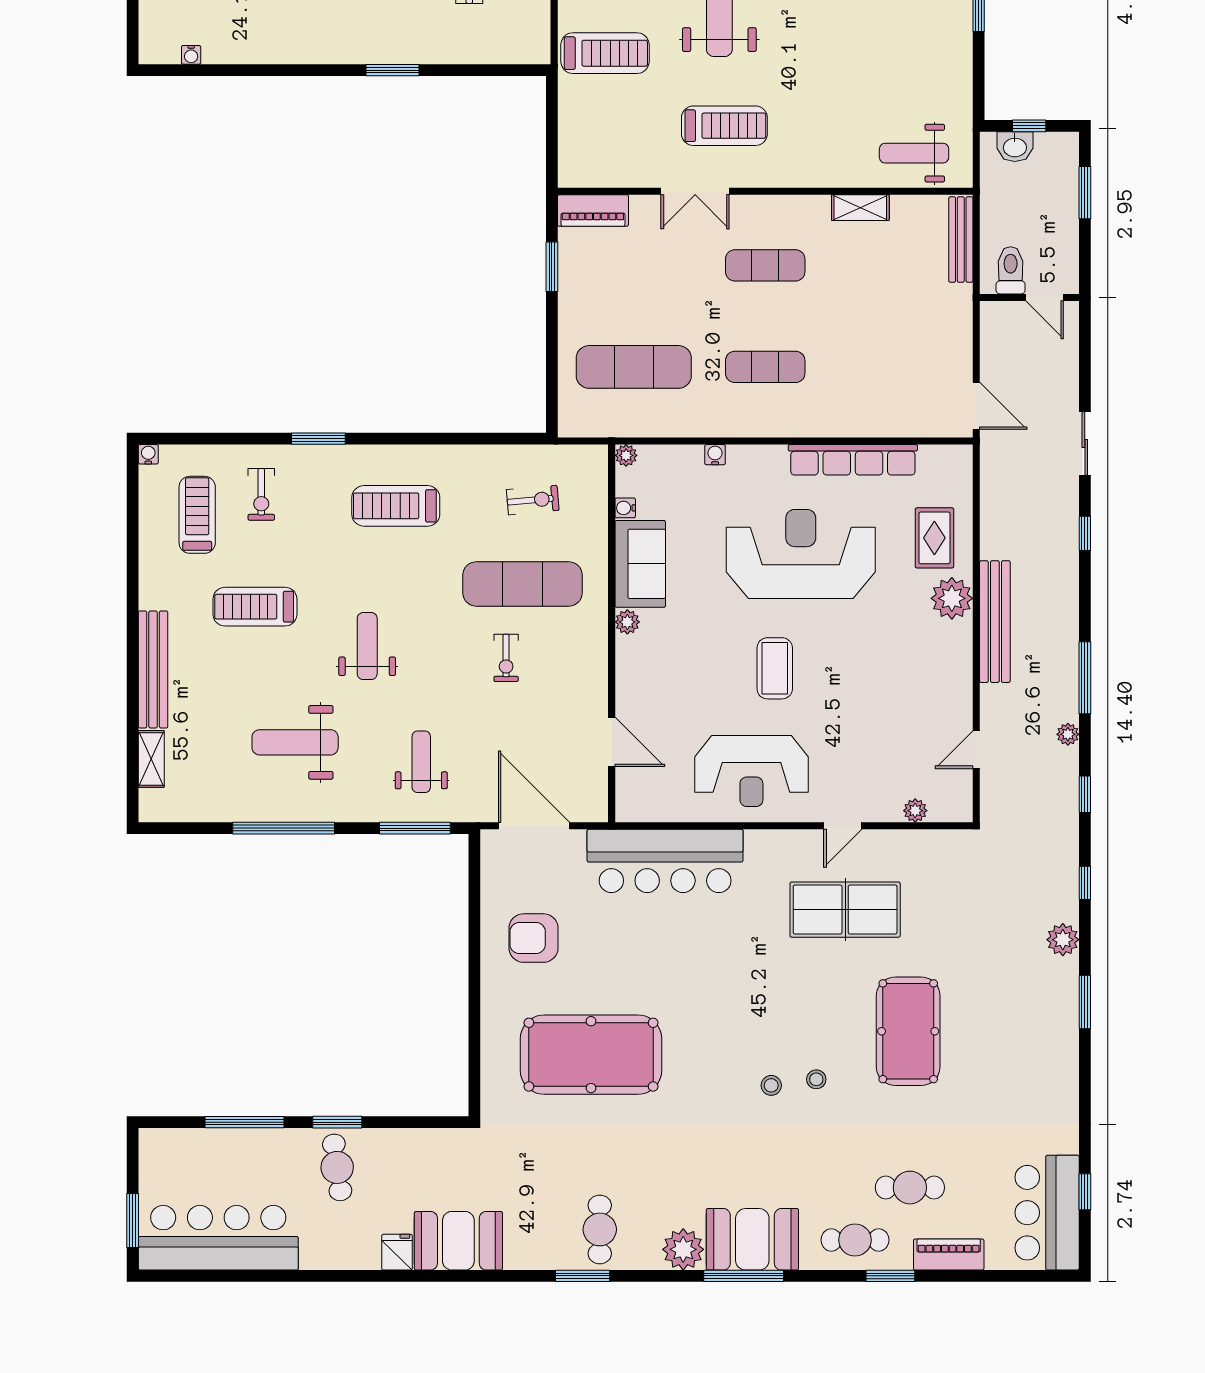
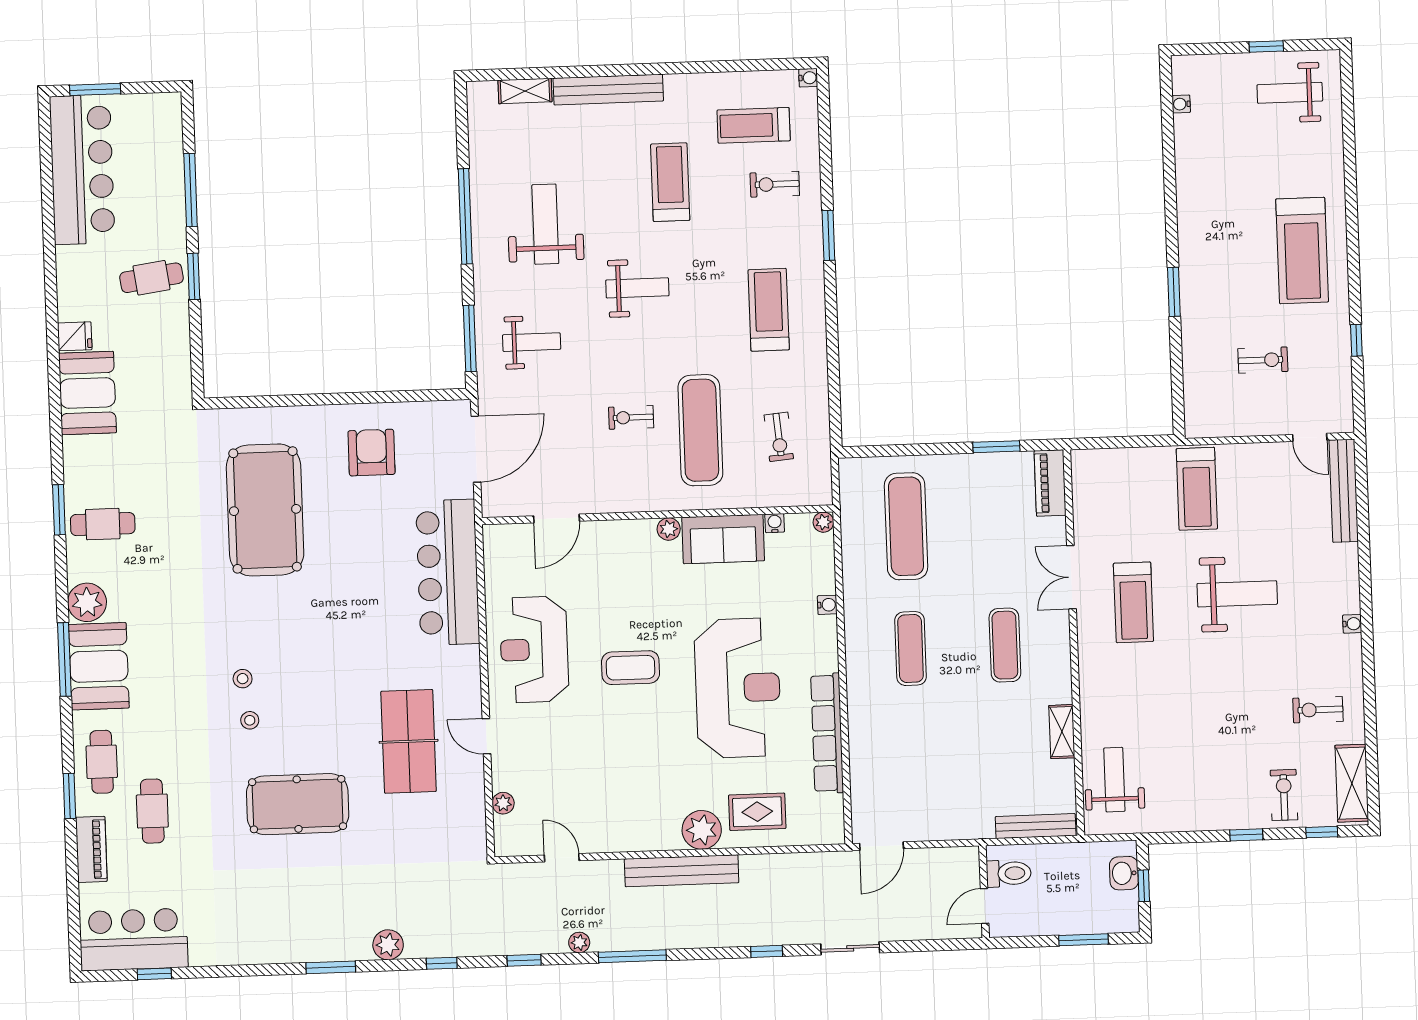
treadmill: (197, 515) -> (754, 125), turned 180

